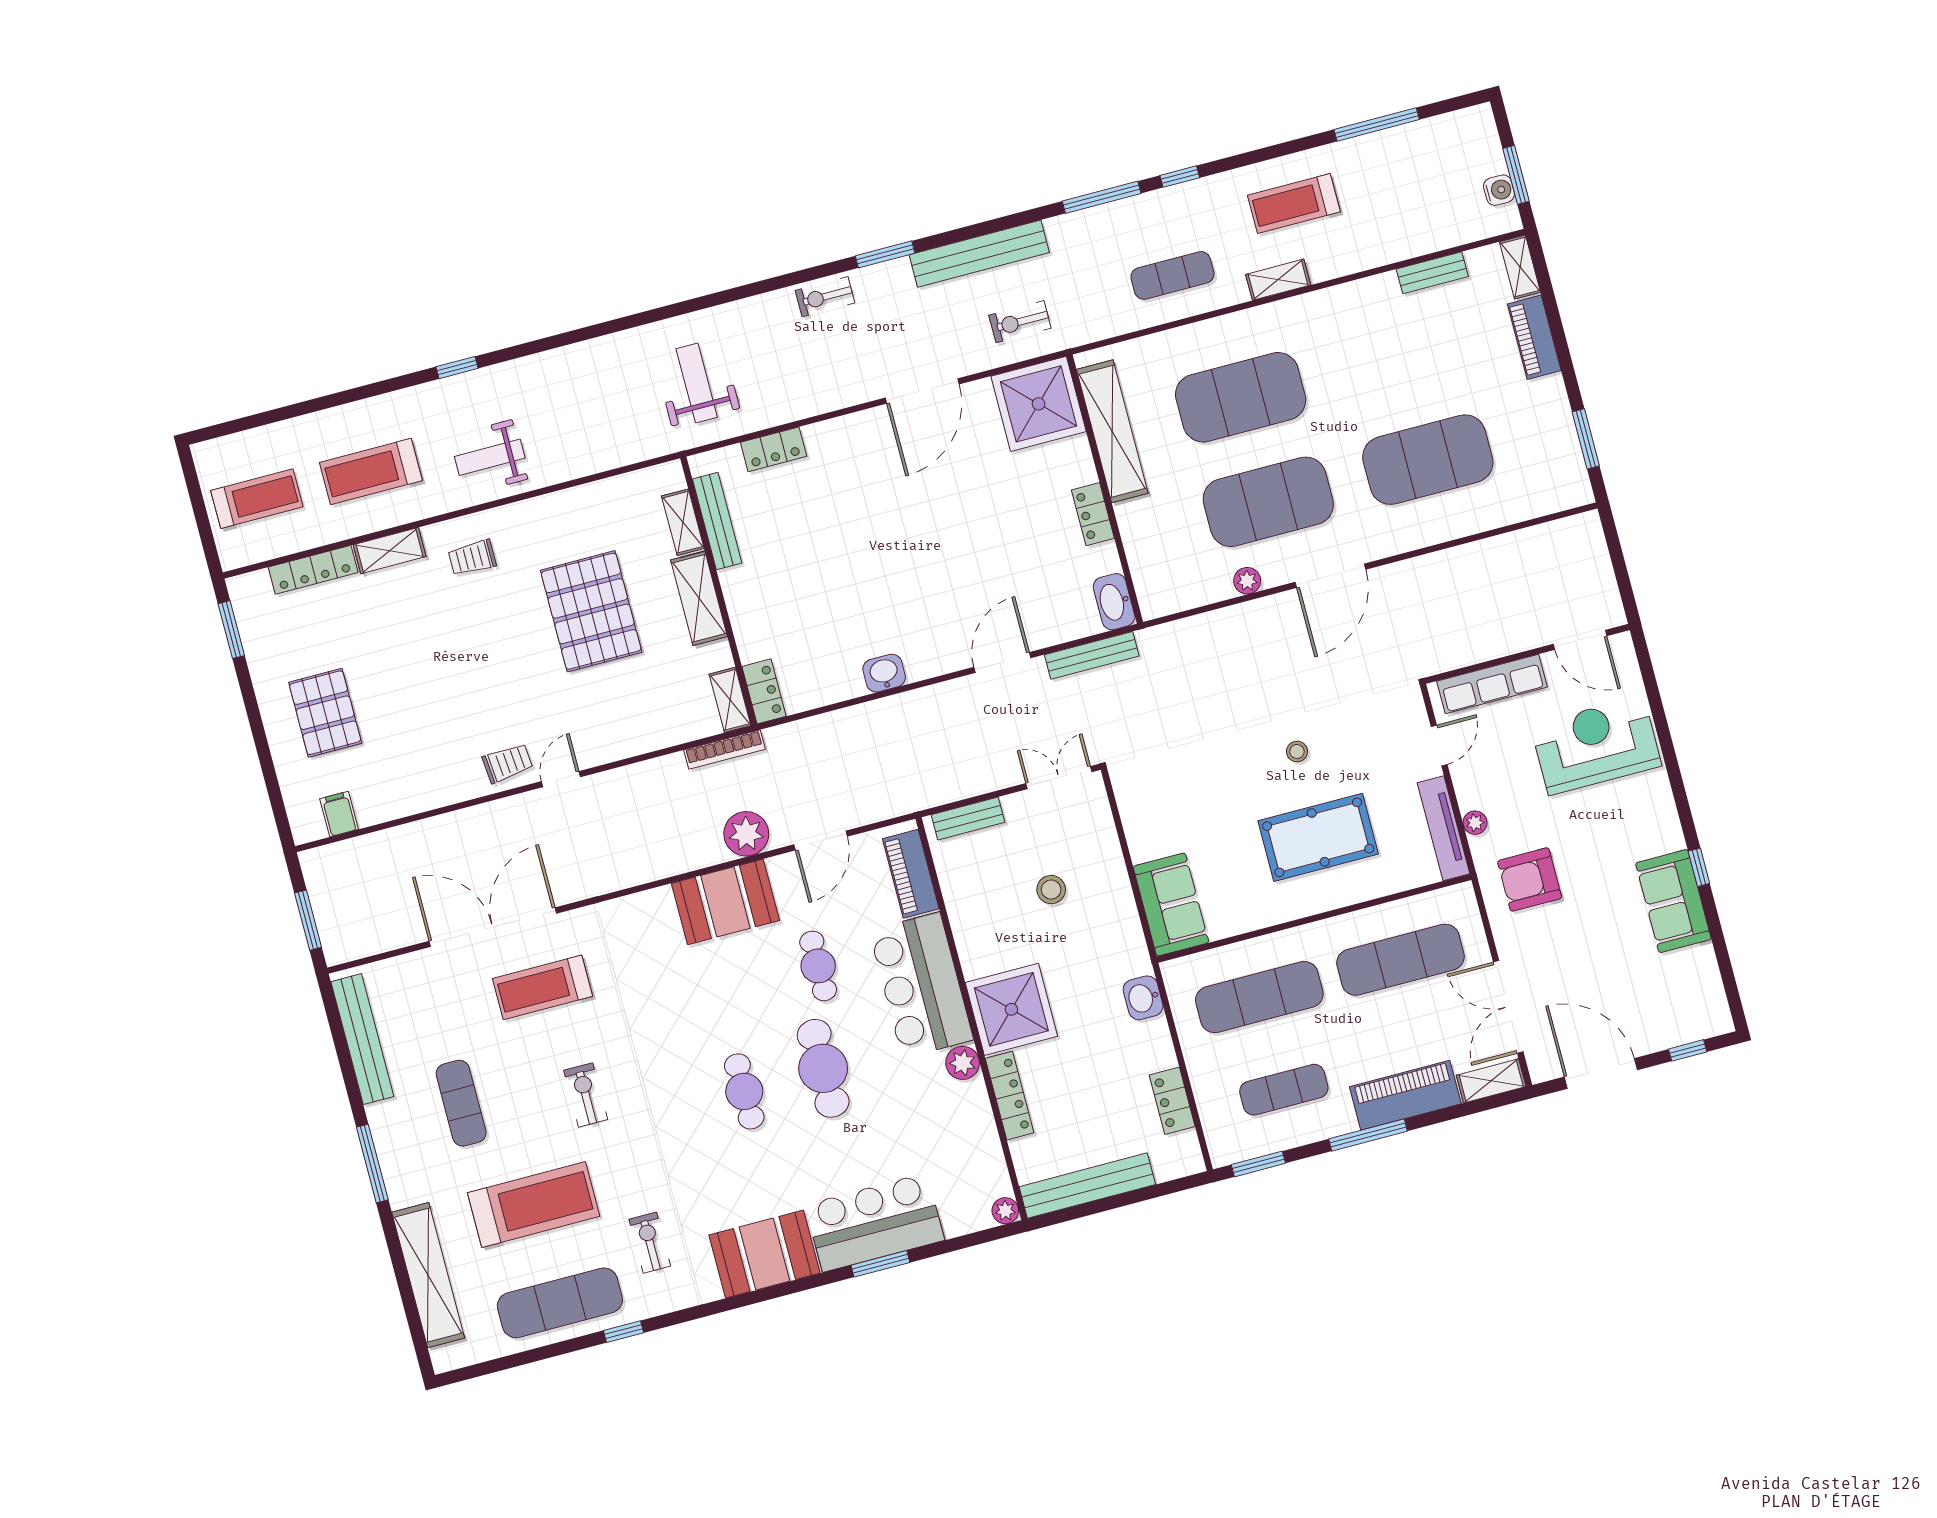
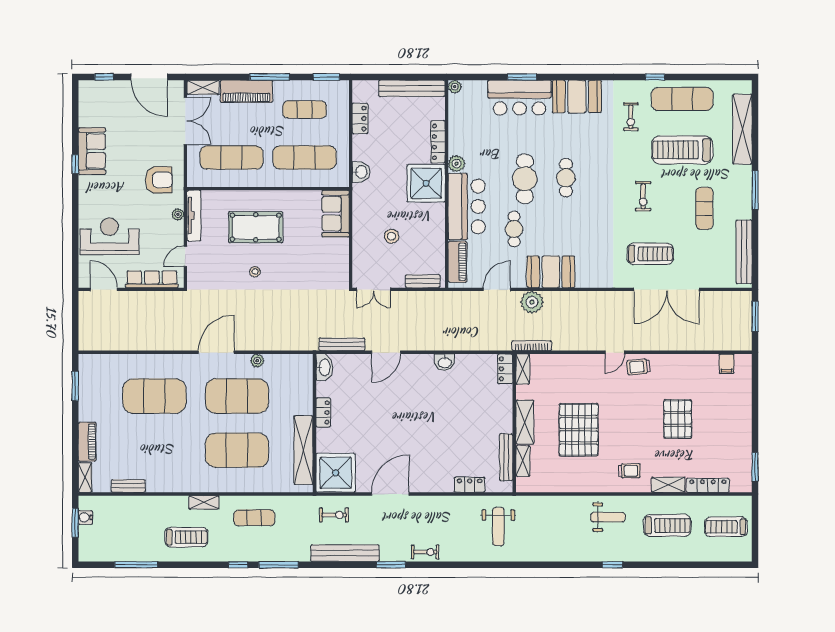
pallet: (325, 713) -> (678, 419), moved
reception desk: (1596, 745) -> (109, 236), turned 180

